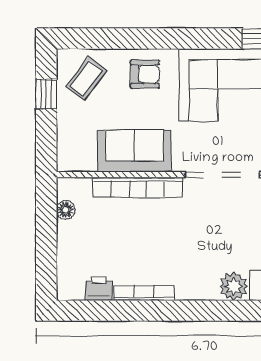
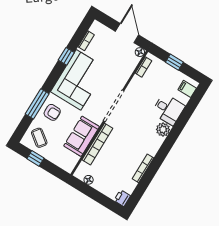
window: (143, 39) -> (37, 104), added
armchair: (145, 74) -> (52, 112), turned 90
printer: (99, 288) -> (122, 198), moved

